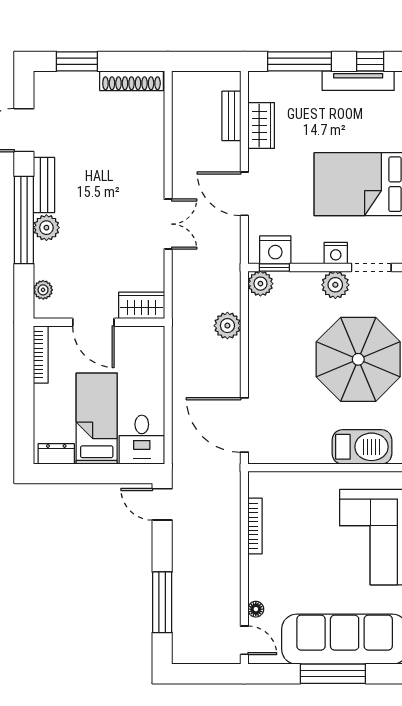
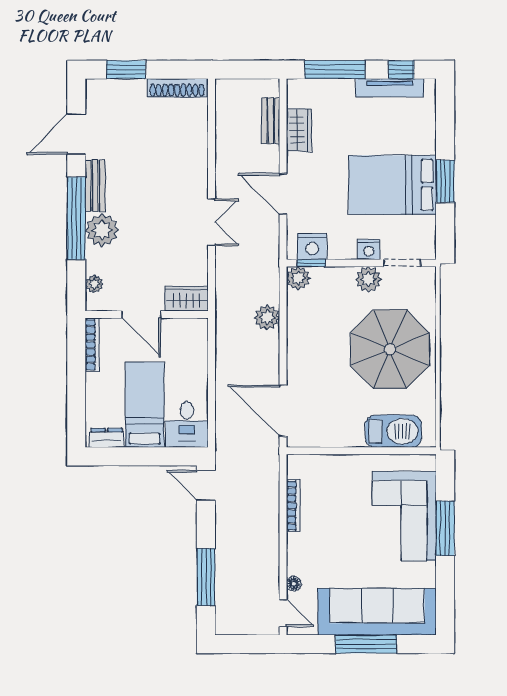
plant: (46, 228) -> (102, 230), width x1.36, depth x1.36

